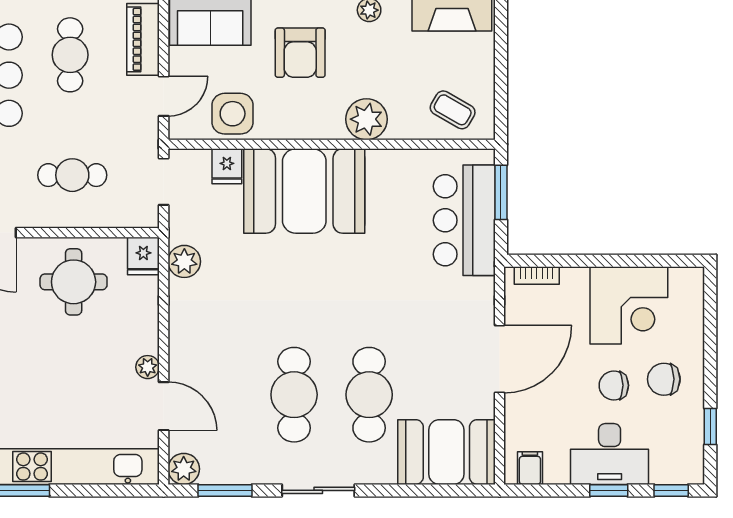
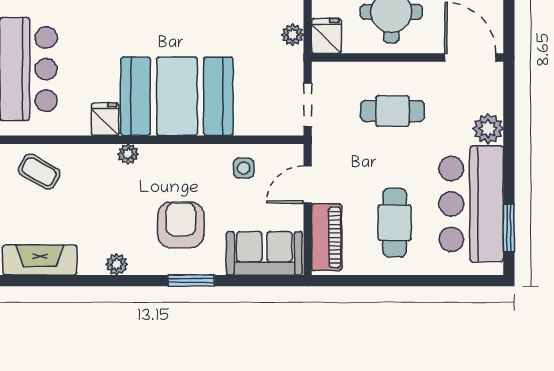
side table: (233, 114) -> (244, 168), width x0.54, depth x0.54
plant: (367, 119) -> (128, 154), width x0.53, depth x0.53
fridge: (227, 166) -> (105, 119), moved
plant: (184, 261) -> (293, 35), width x0.73, depth x0.73

